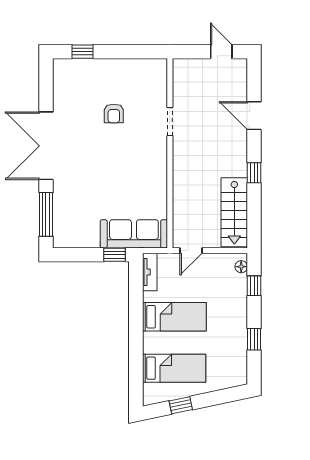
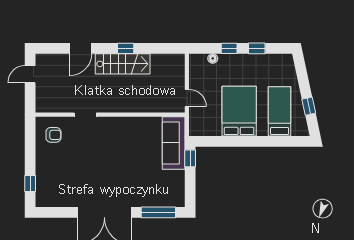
armchair: (114, 113) -> (53, 135), moved
stairs: (234, 212) -> (123, 64), moved
floor lamp: (241, 267) -> (213, 58), moved
tv unit: (150, 272) -> (204, 131), removed
window: (254, 286) -> (229, 48), moved
bed: (174, 317) -> (239, 111), width x1.50

